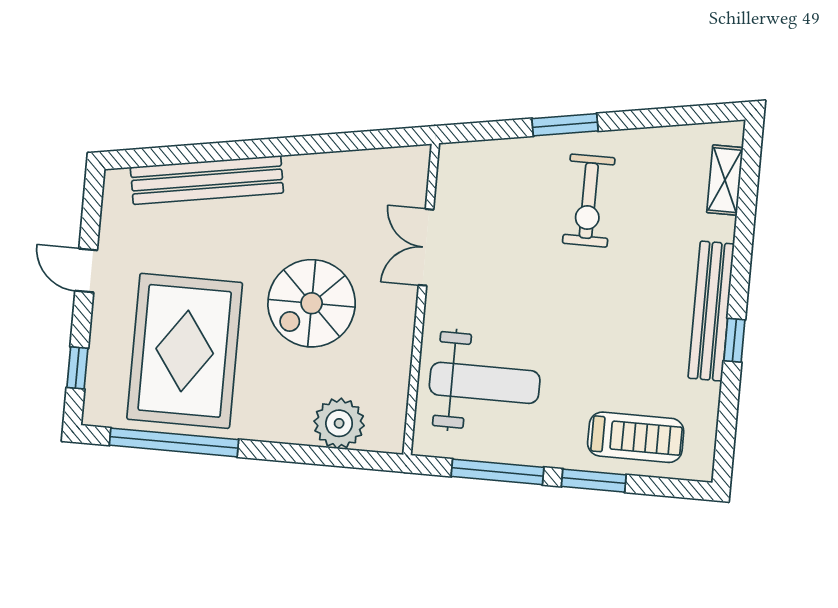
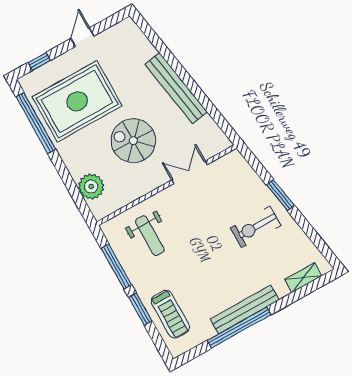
bench: (207, 180) -> (176, 88), moved
window: (734, 340) -> (239, 328), width x3.17
weight bench: (485, 383) -> (150, 236), width x0.73, depth x0.75

